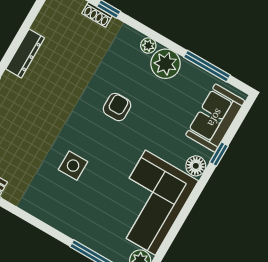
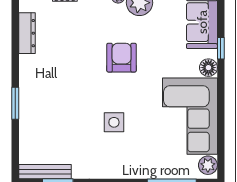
dresser: (25, 53) -> (27, 33), moved
armchair: (117, 107) -> (122, 58), width x1.38, depth x1.38

